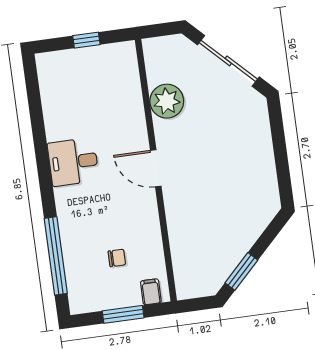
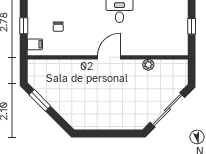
plant: (167, 101) -> (148, 65), width x0.53, depth x0.53
window: (123, 314) -> (24, 26), width x0.67

